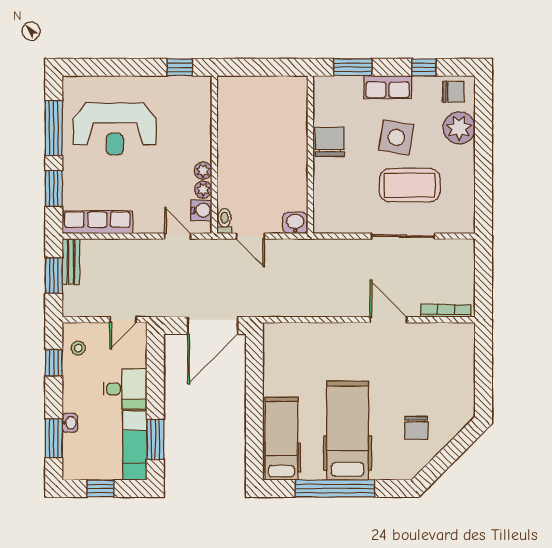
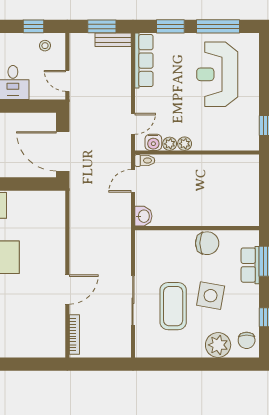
row of seats: (388, 87) -> (250, 265), moved

